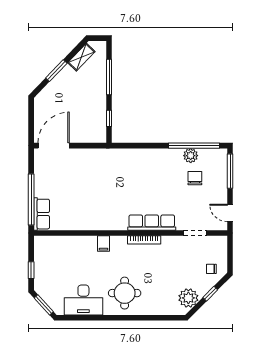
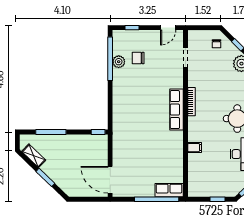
window: (109, 118) -> (98, 132), moved
window: (230, 171) -> (132, 28), width x0.46
row of seats: (152, 223) -> (176, 110), moved
filing cabinet: (103, 244) -> (195, 148), moved

